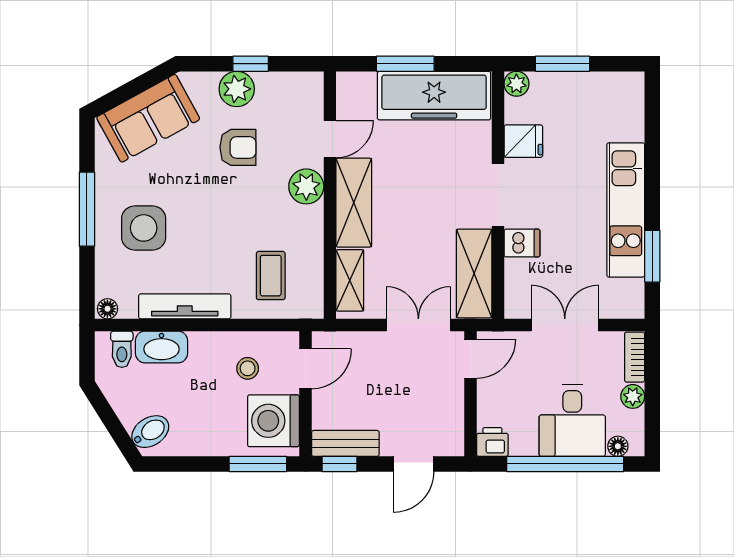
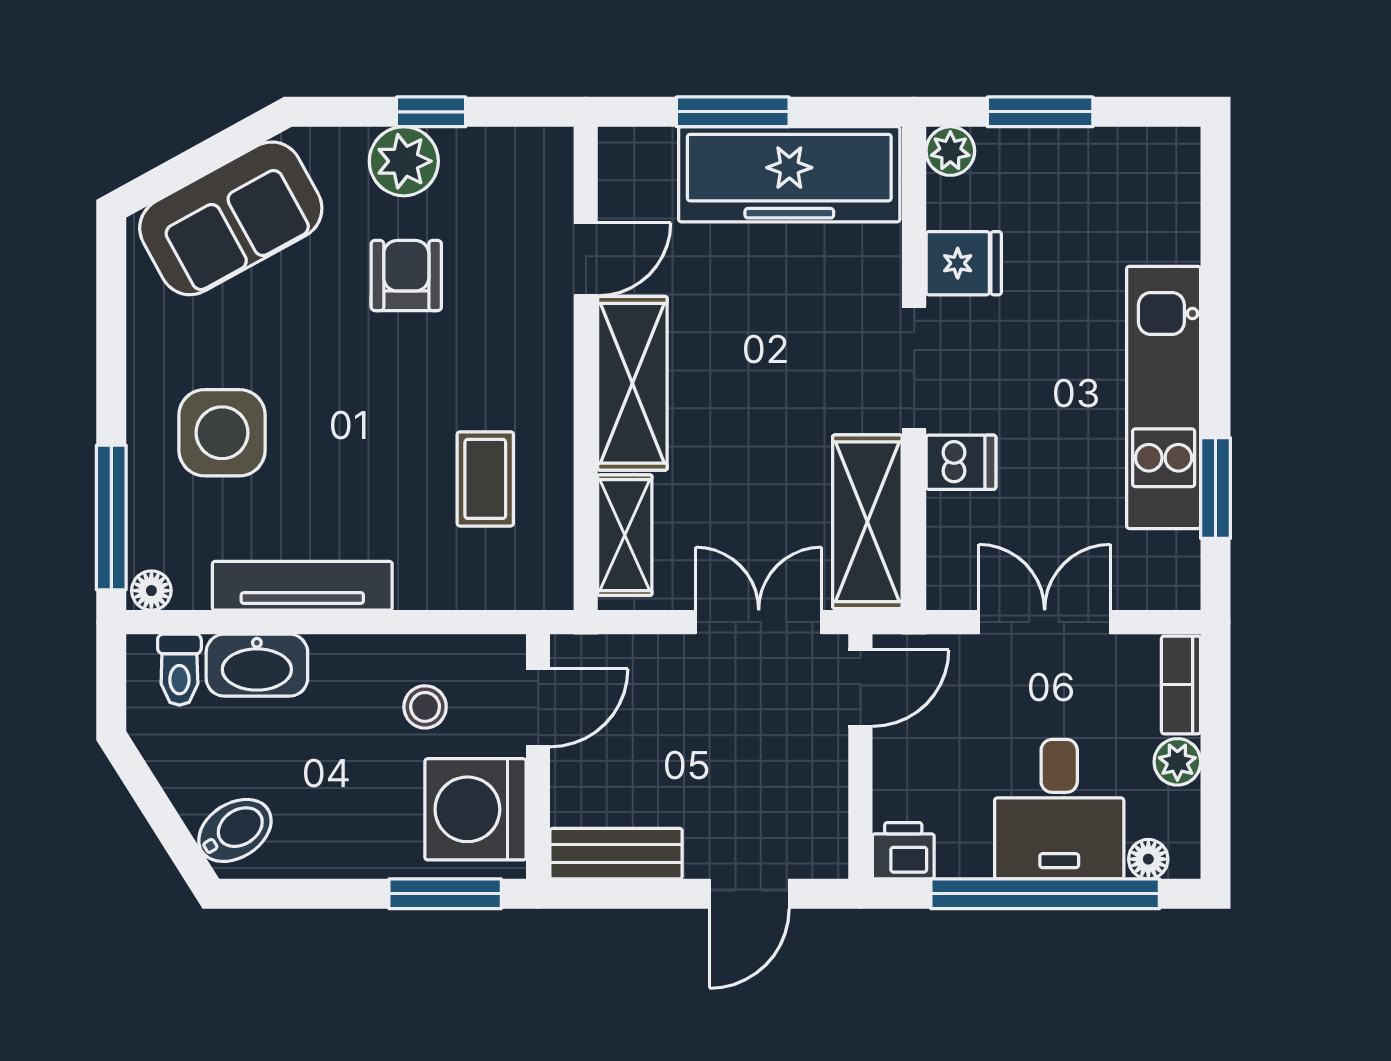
armchair: (238, 147) -> (406, 275), turned -90
plant: (306, 186) -> (540, 352), removed
window: (87, 209) -> (111, 517), moved
coffee table: (271, 276) -> (485, 479), moved
window: (339, 464) -> (604, 894), removed

